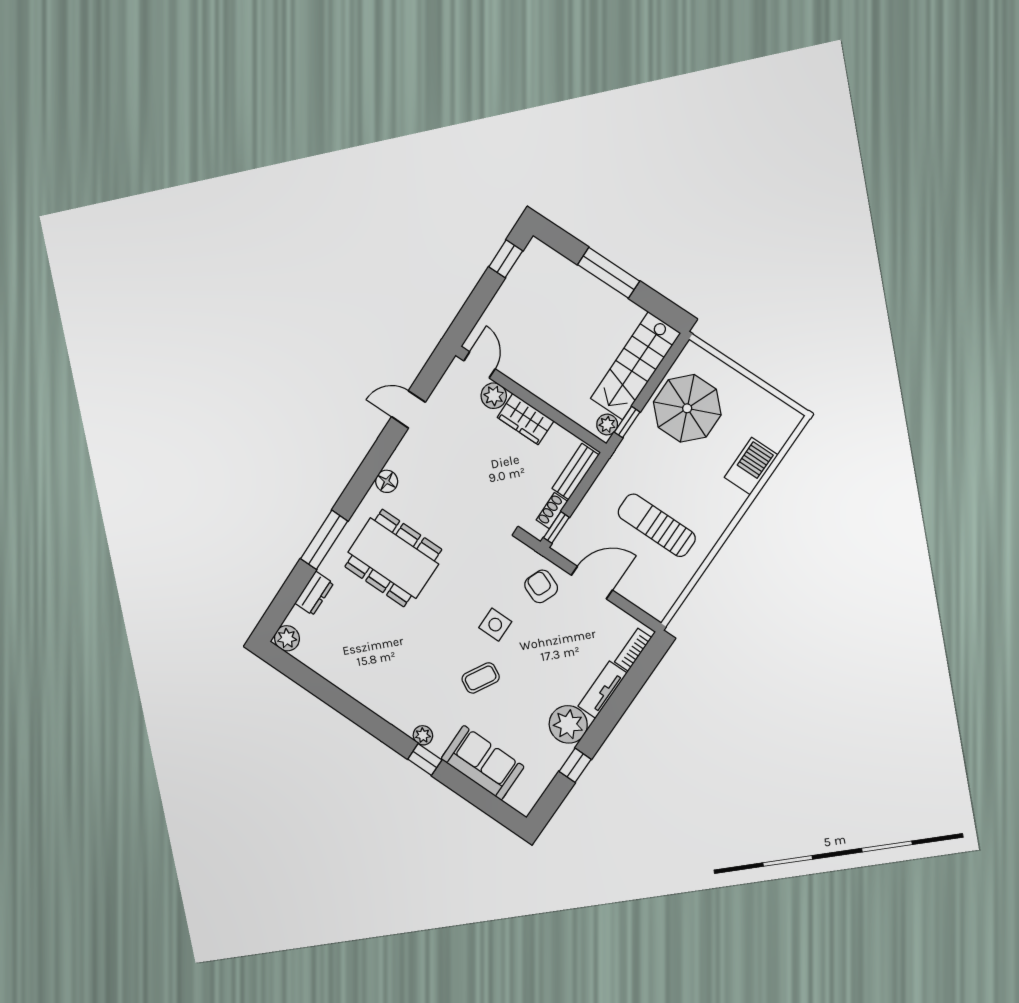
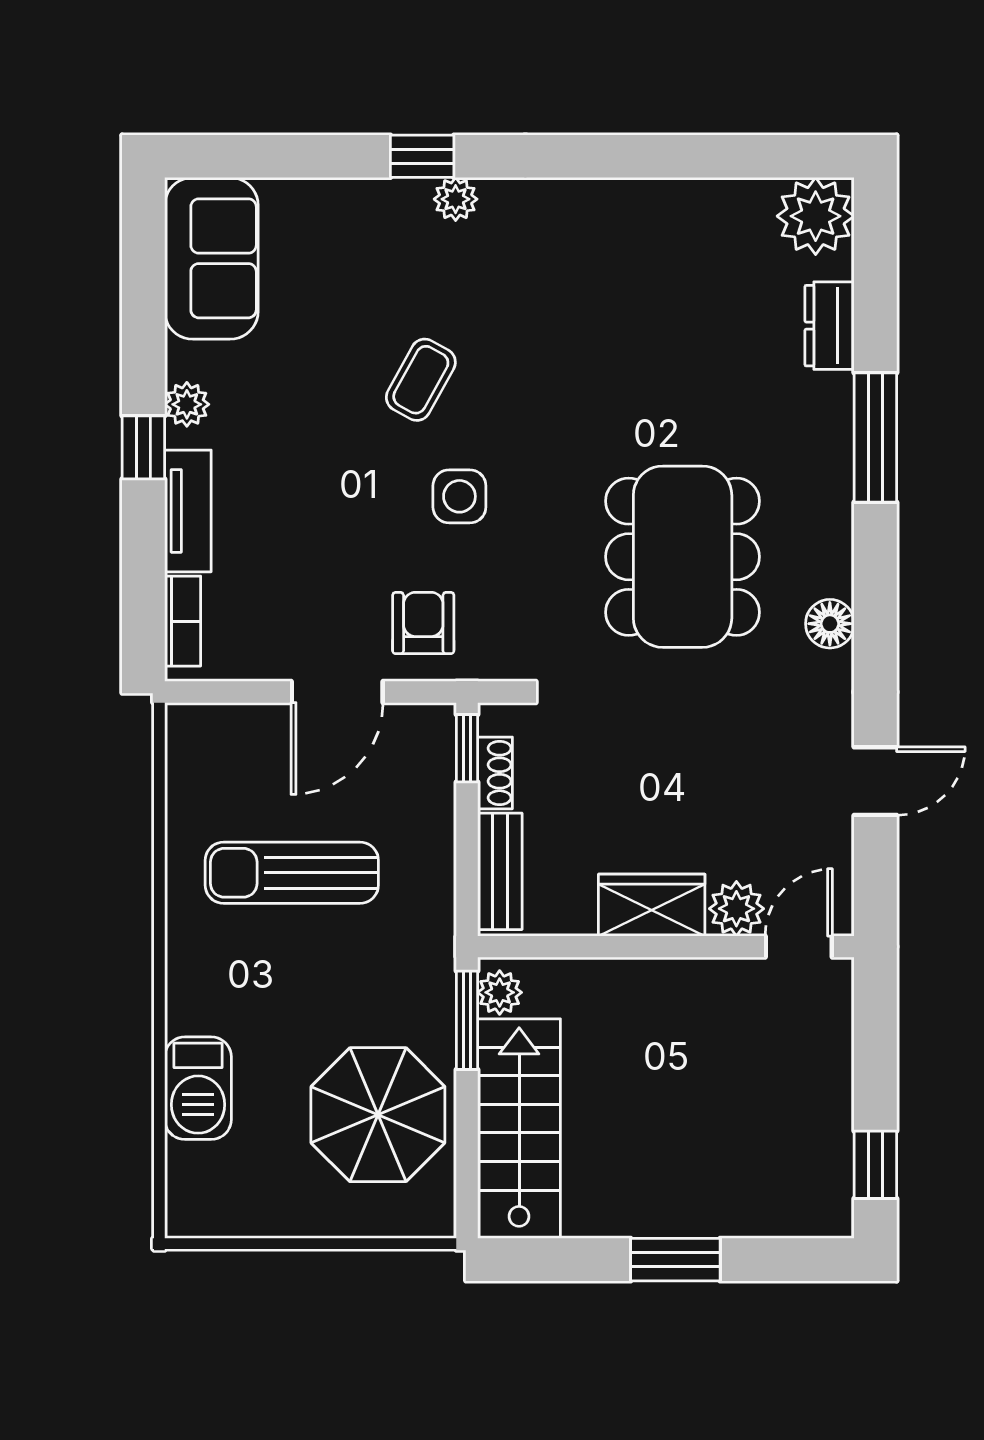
window: (609, 273) -> (675, 1260), width x0.69
door: (479, 365) -> (799, 947), swing flipped
window: (627, 422) -> (467, 1020), width x1.50
sun lounger: (657, 525) -> (292, 873), turned 180
dining table: (393, 558) -> (683, 557), moved, turned 90
armchair: (541, 586) -> (423, 623), turned -112
plant: (287, 638) -> (816, 216), width x1.36, depth x1.36
plant: (568, 724) -> (187, 404), width x0.53, depth x0.53
sofa: (482, 763) -> (211, 258), moved, turned -90
window: (575, 765) -> (143, 447), moved

